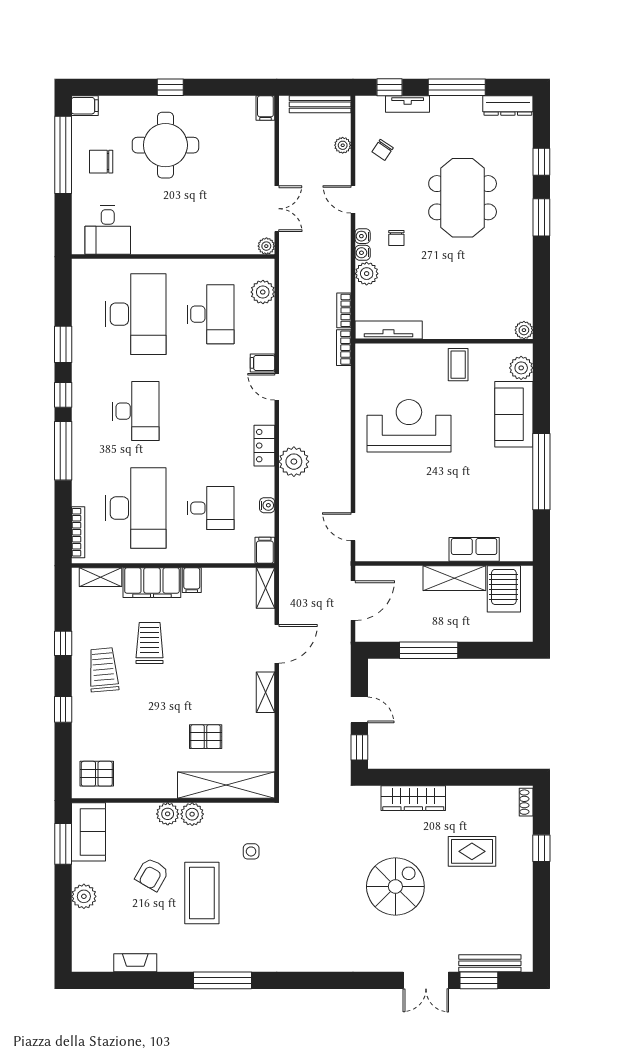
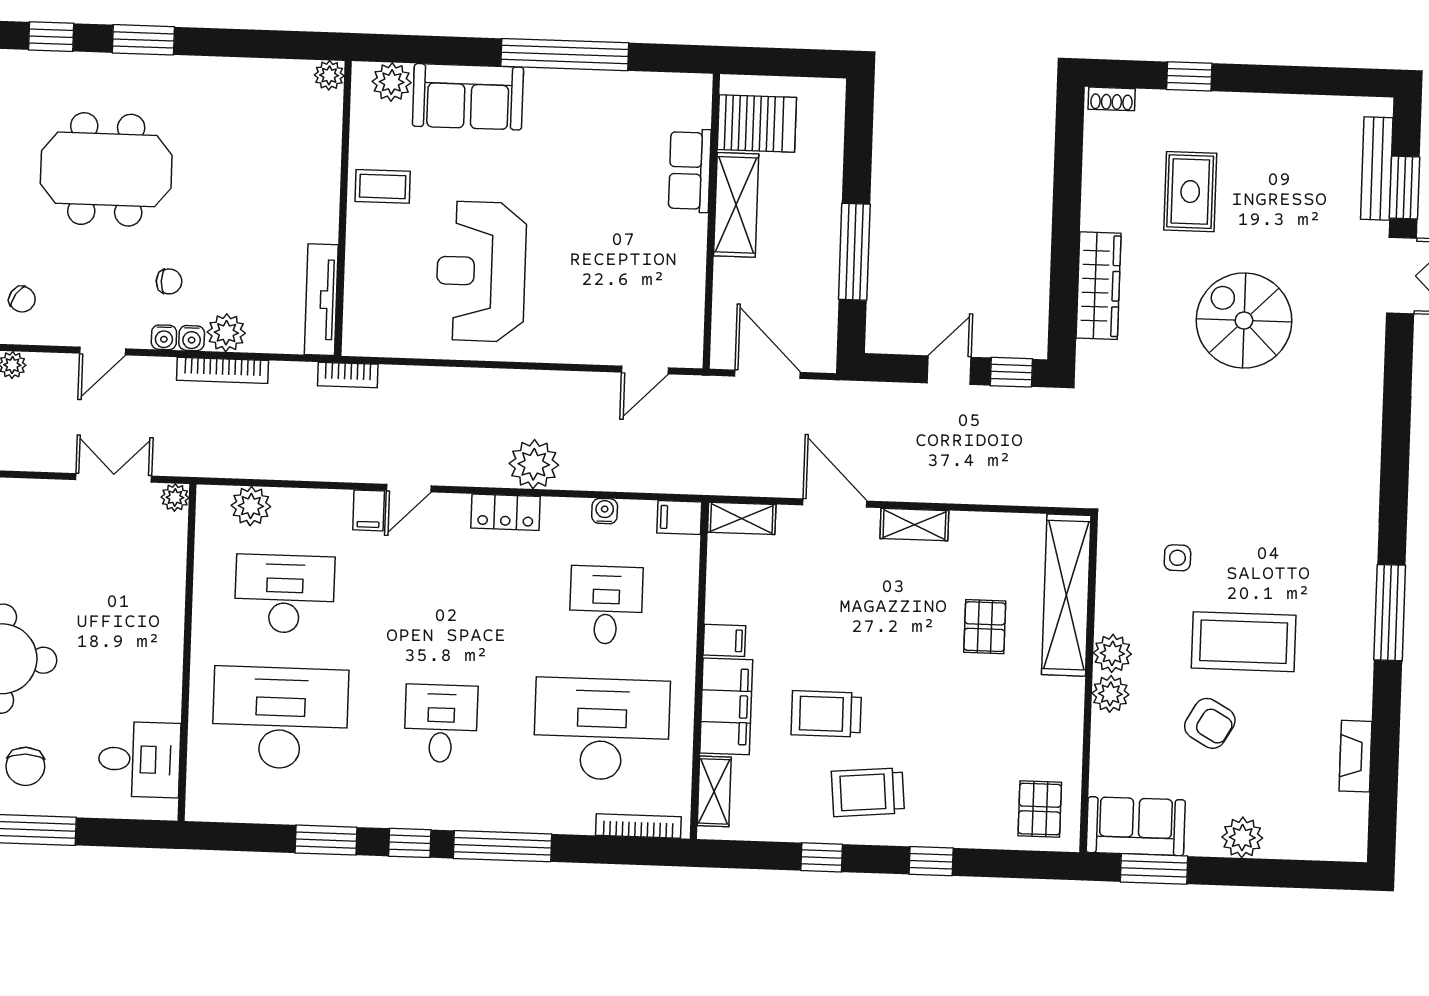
bookcase: (344, 310) -> (223, 370), moved, width x1.56
desk: (136, 411) -> (441, 723), width x0.73

